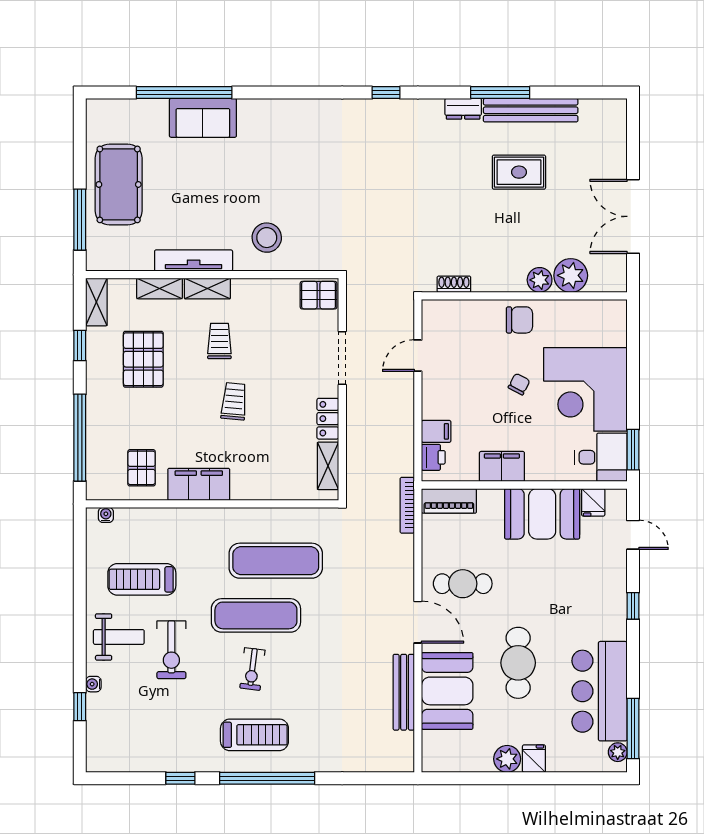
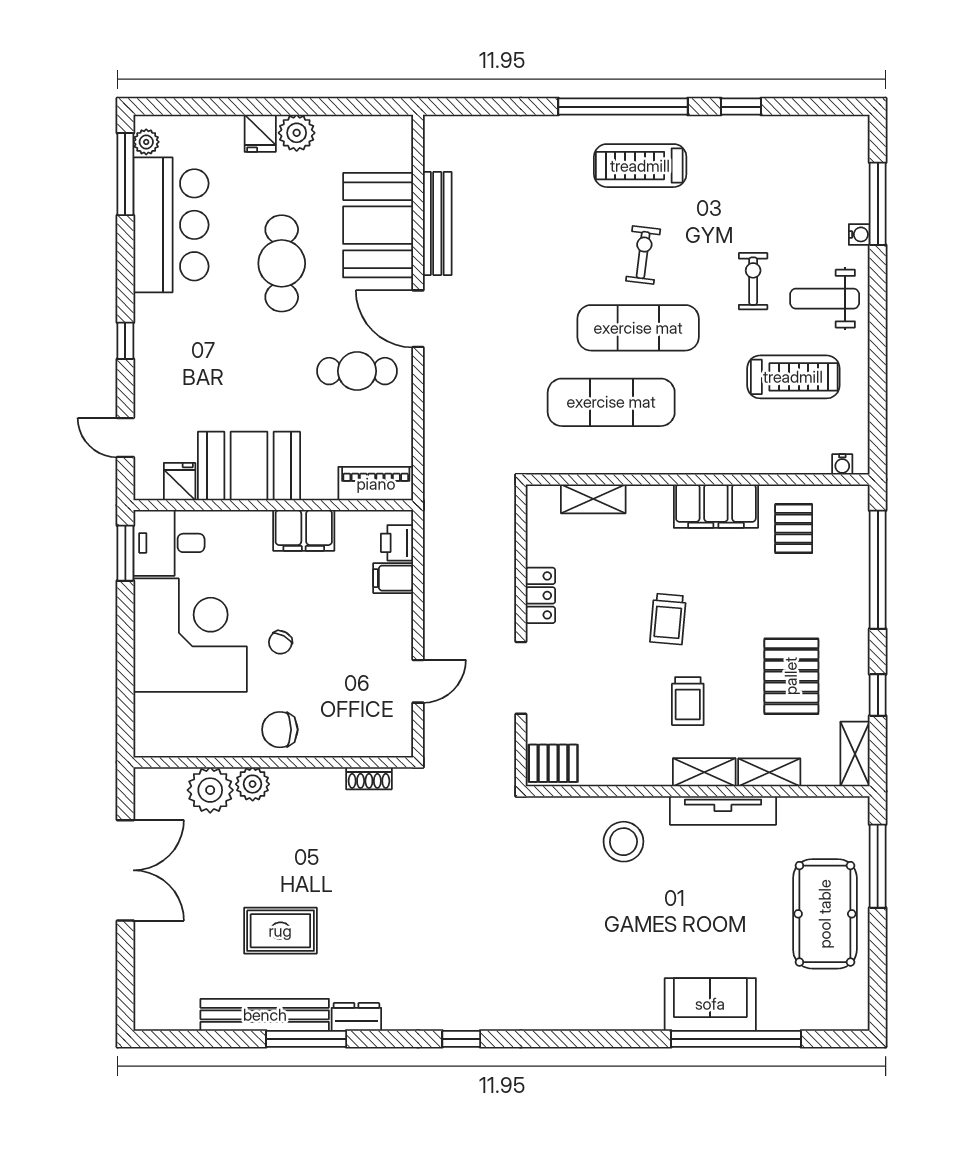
shelving: (328, 466) -> (593, 499), moved, turned 90
bookcase: (407, 505) -> (433, 478), removed
exercise bike: (171, 650) -> (753, 281), width x0.73, depth x0.72
window: (80, 707) -> (878, 204), width x2.17

